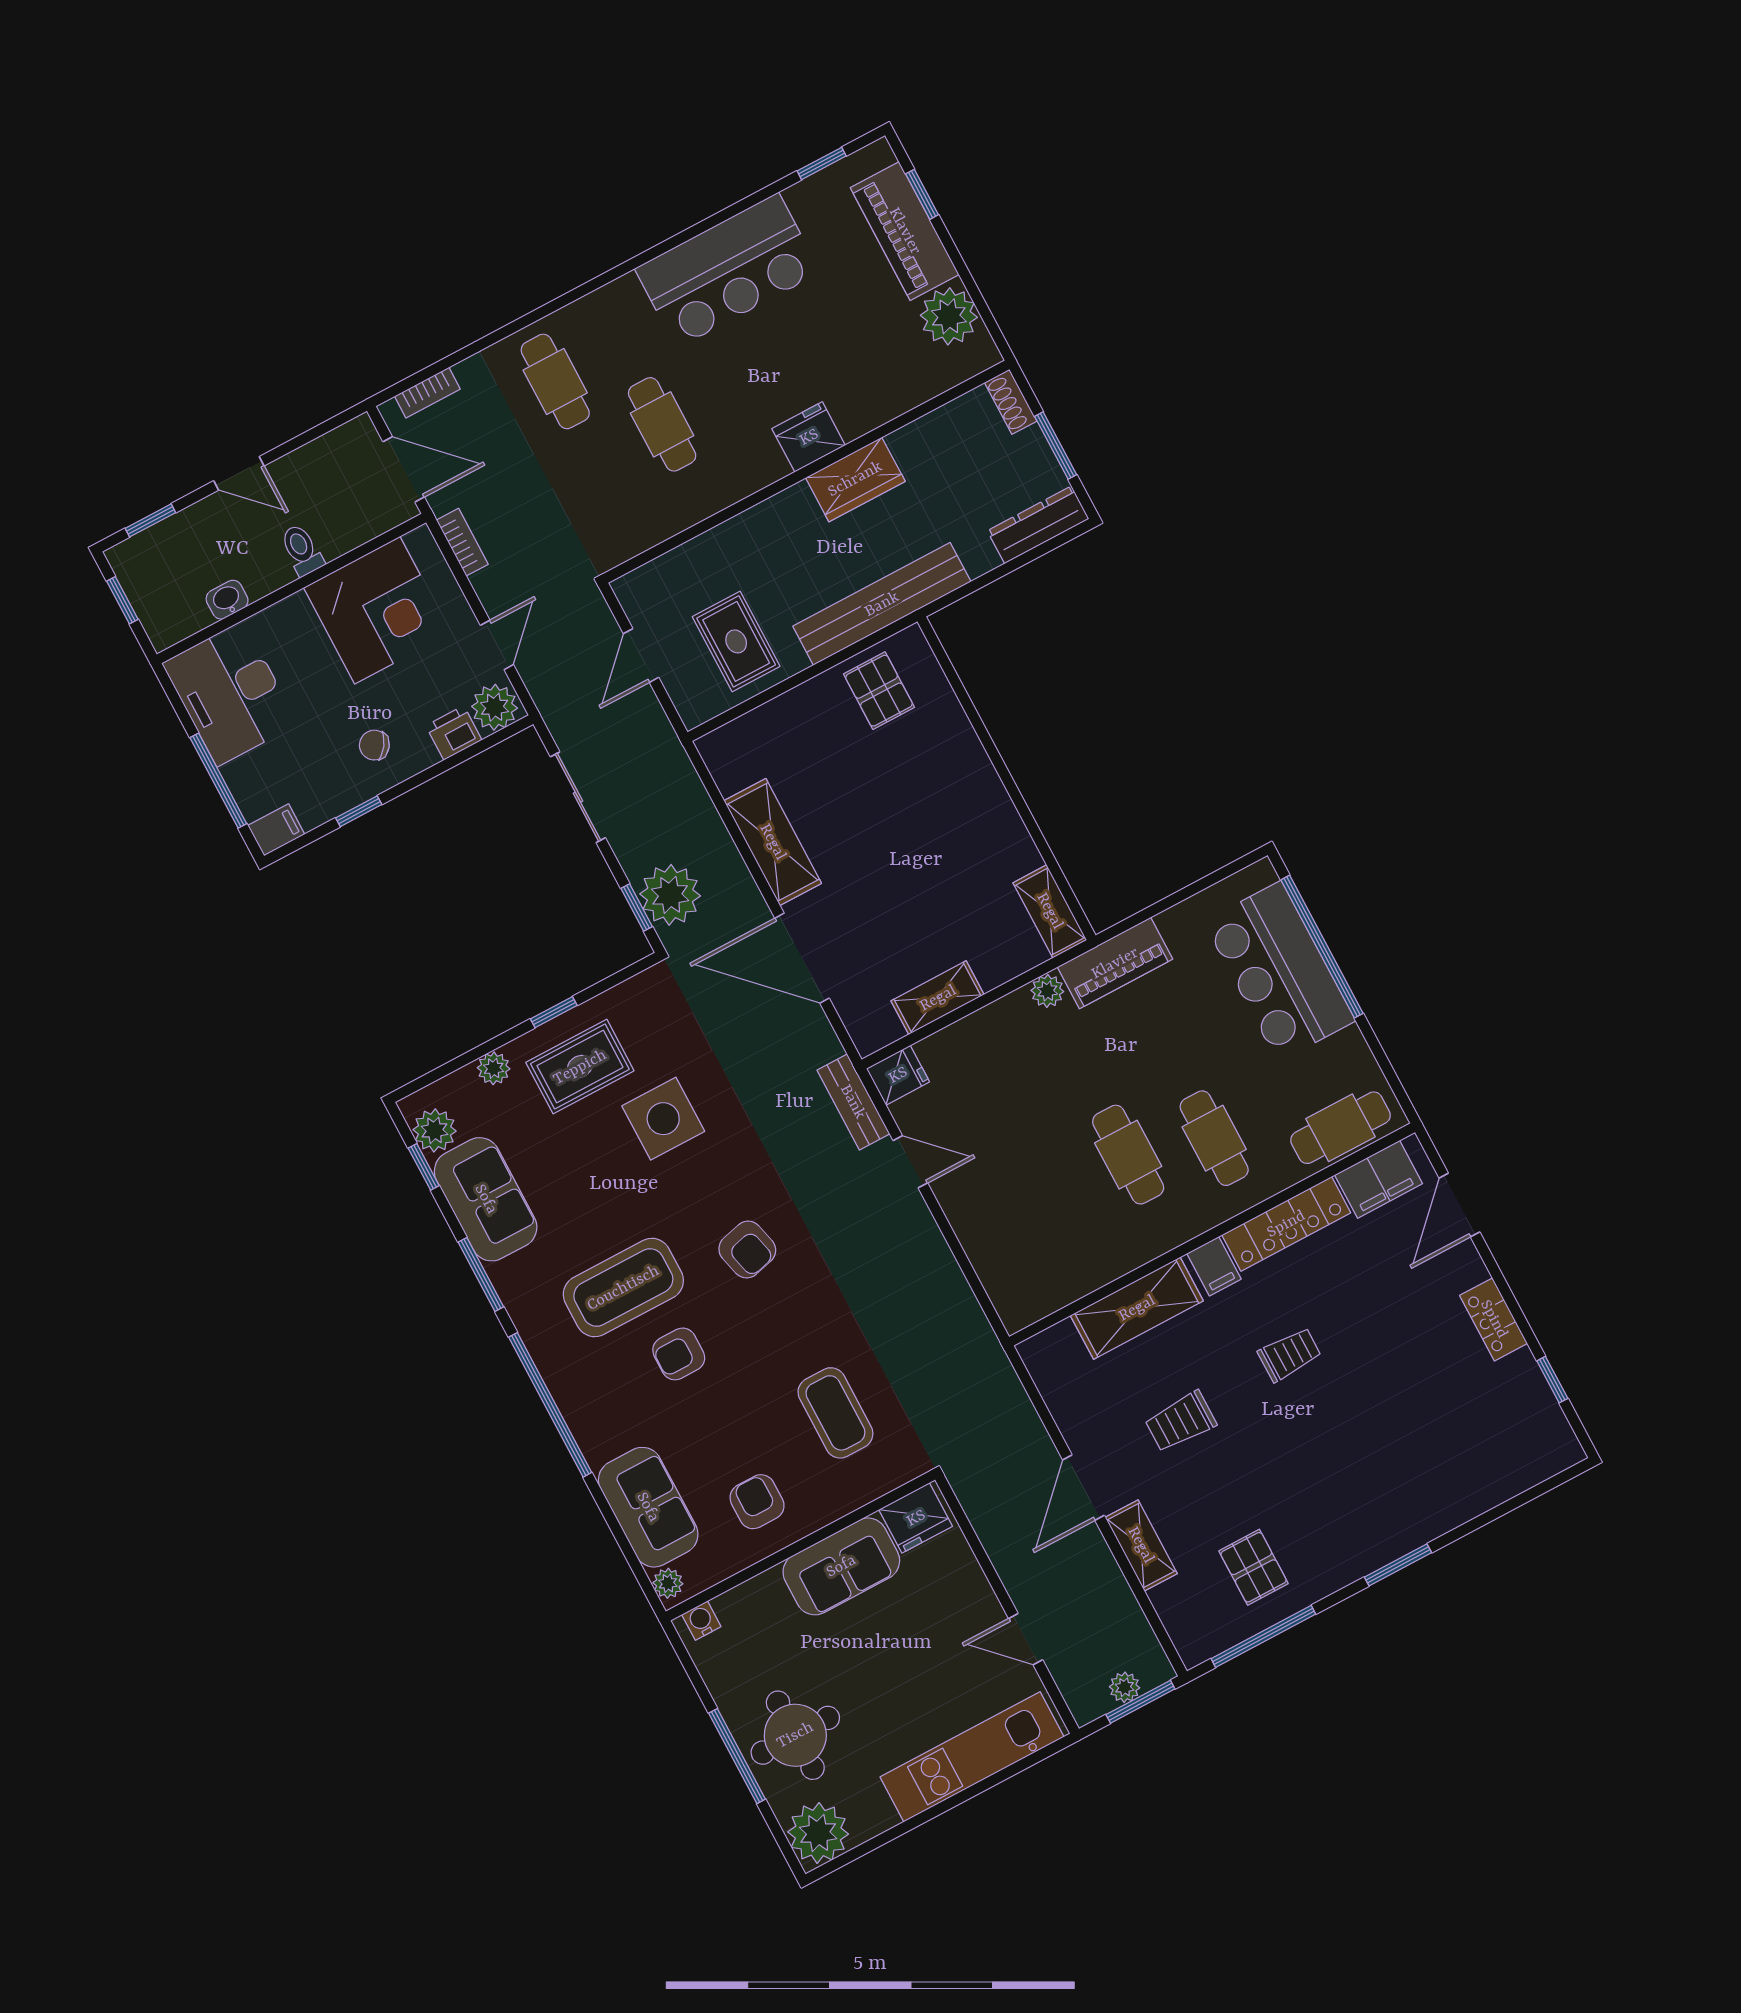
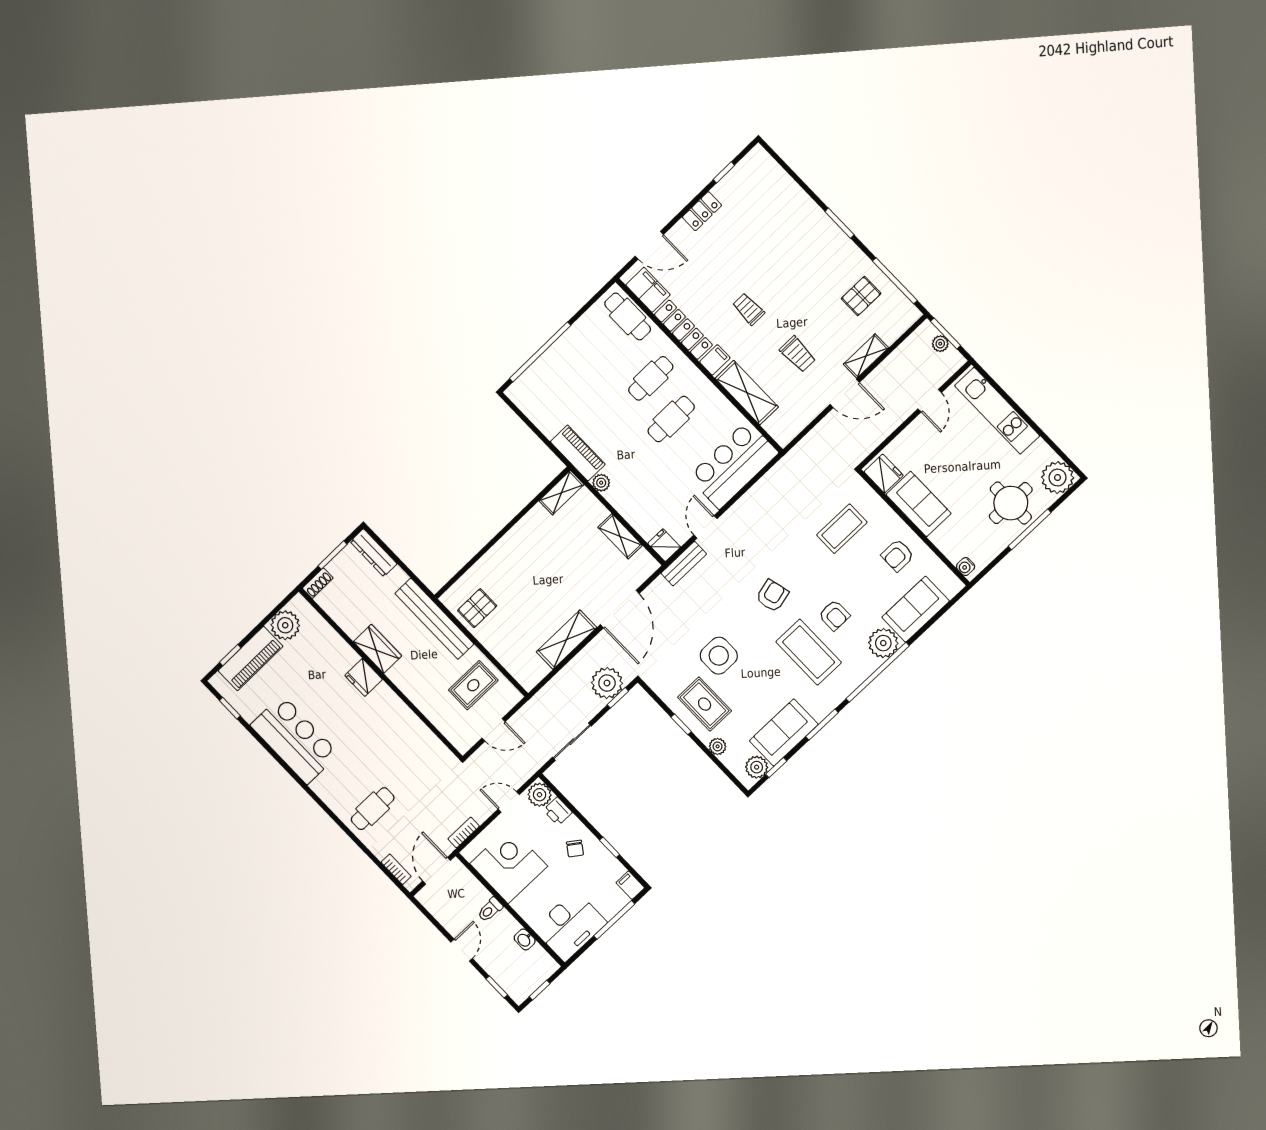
cafe table: (662, 424) -> (378, 751), removed
bar counter: (1279, 971) -> (733, 465), moved, turned 180
plant: (668, 1583) -> (883, 643), moved, width x1.88, depth x1.88

